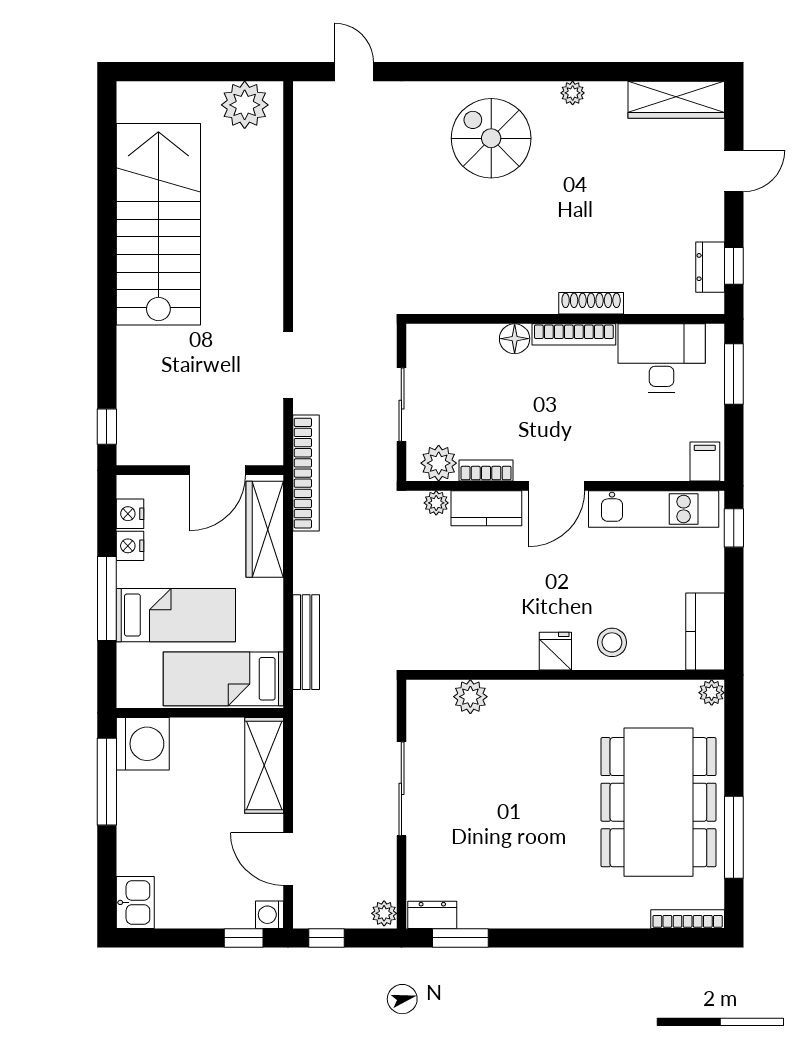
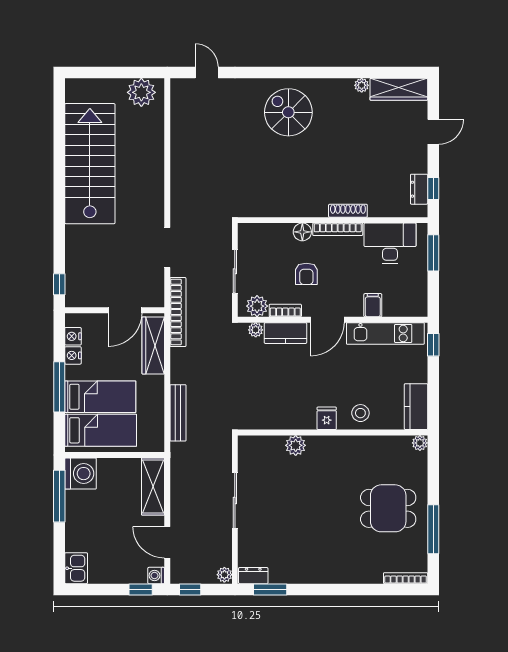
plant: (573, 93) -> (362, 85), moved
armchair: (521, 409) -> (306, 274), added
filing cabinet: (705, 462) -> (373, 305), moved
bed: (223, 679) -> (101, 430), moved, turned 180
plant: (470, 697) -> (296, 445), moved
dining table: (658, 802) -> (388, 508), width x0.53, depth x0.80

